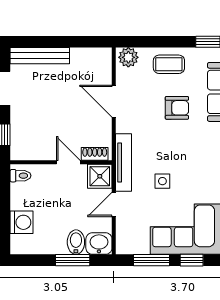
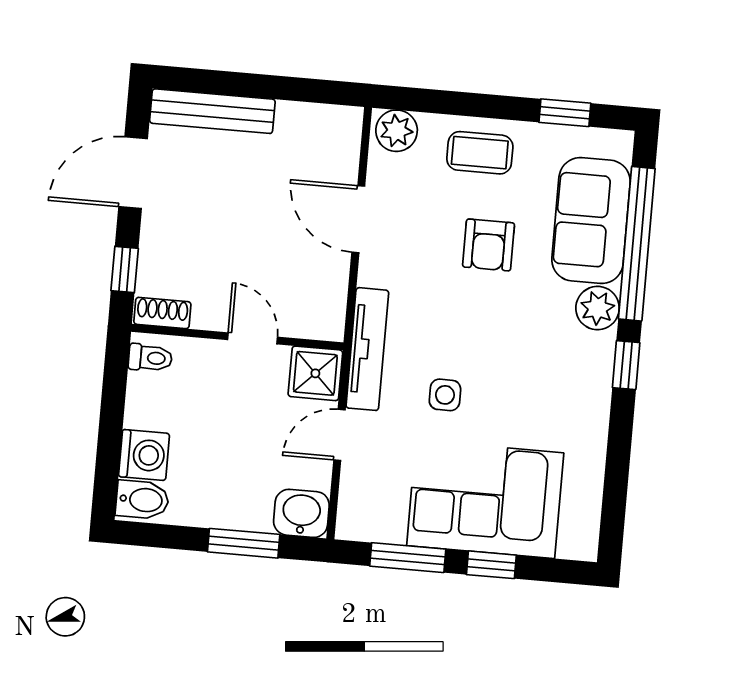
armchair: (177, 108) -> (489, 245), turned 90
shoe rack: (95, 154) -> (162, 313), moved
bidet: (76, 242) -> (142, 500), moved, turned 90

